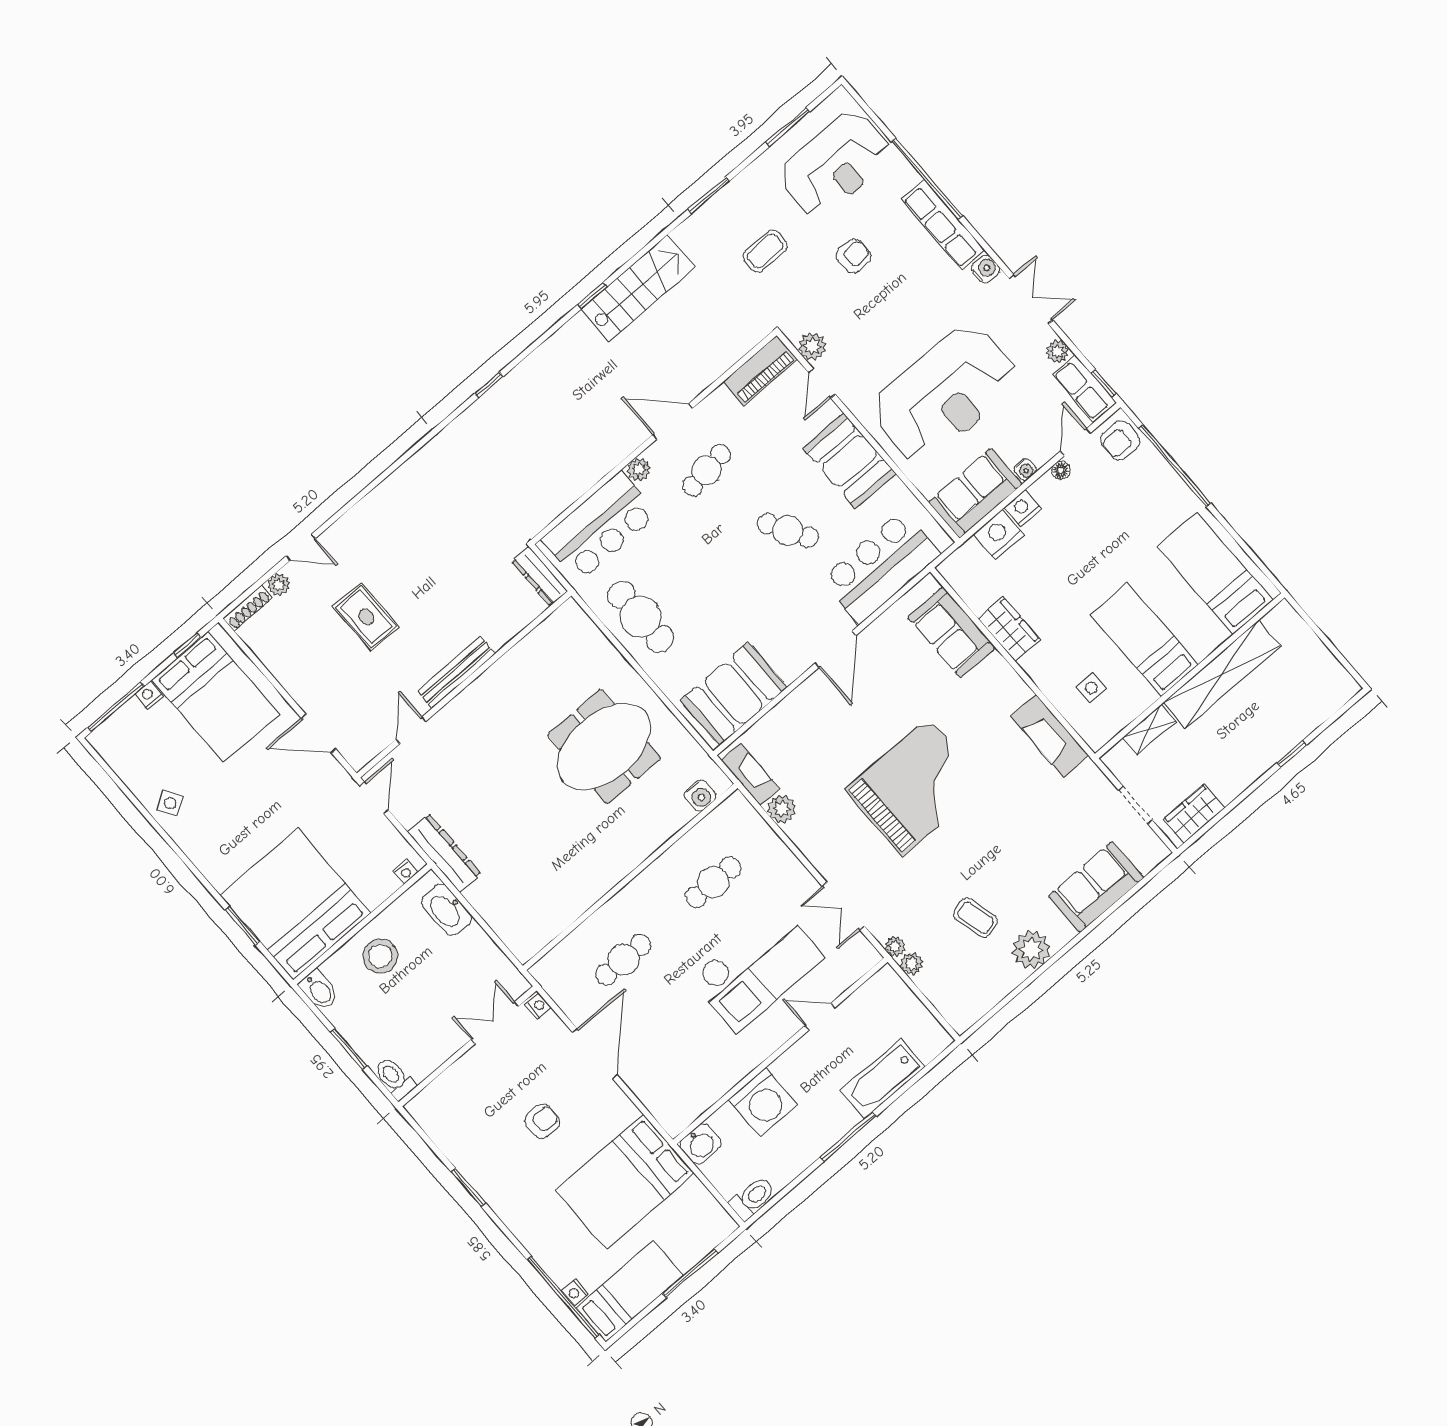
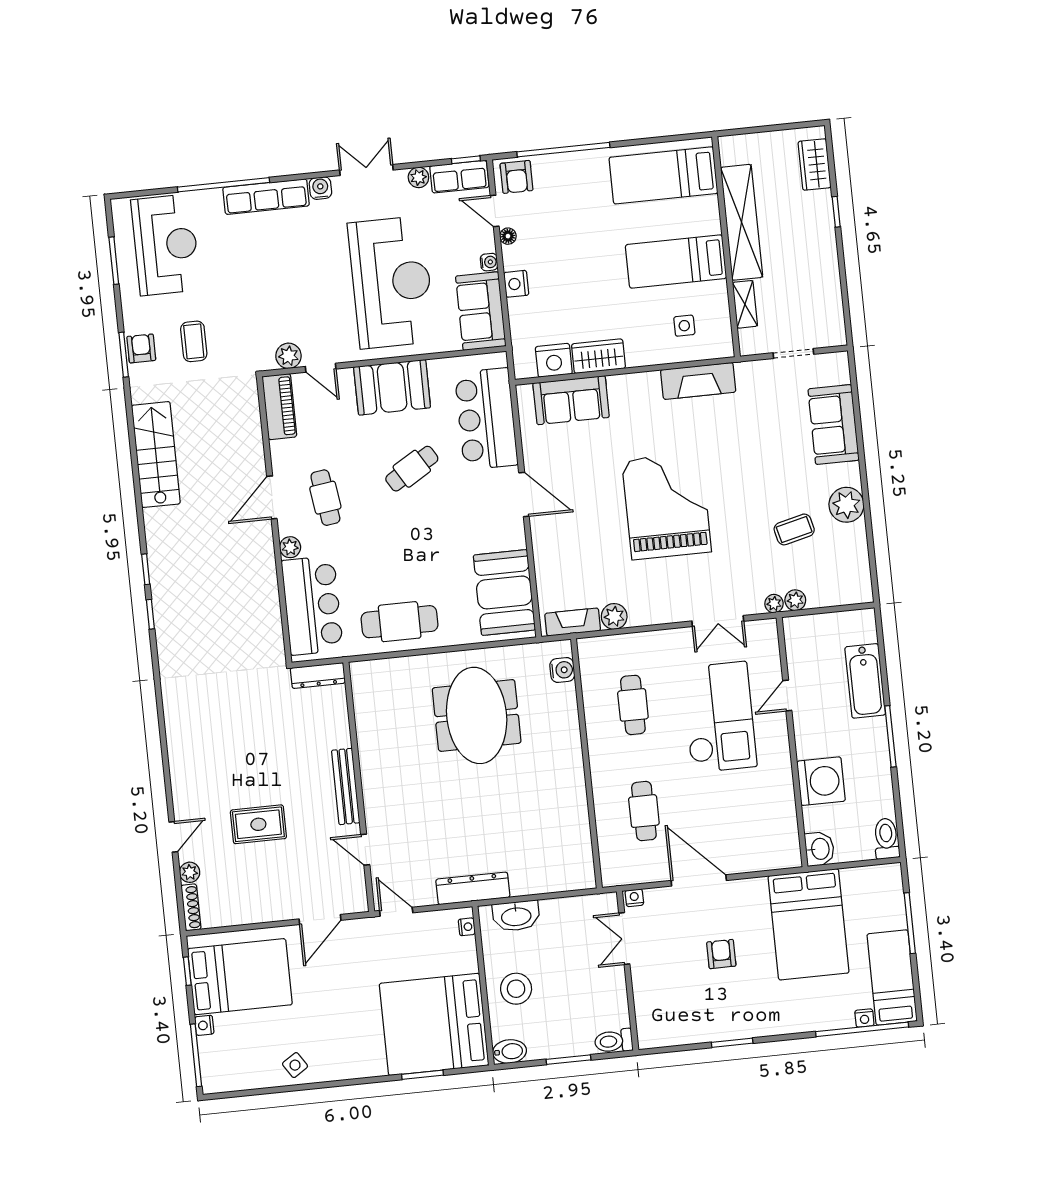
armchair: (854, 256) -> (141, 348), moved
window: (592, 296) -> (146, 569), moved
nightstand: (999, 534) -> (554, 360), moved, turned -90
wardrobe: (1194, 814) -> (814, 165), moved

